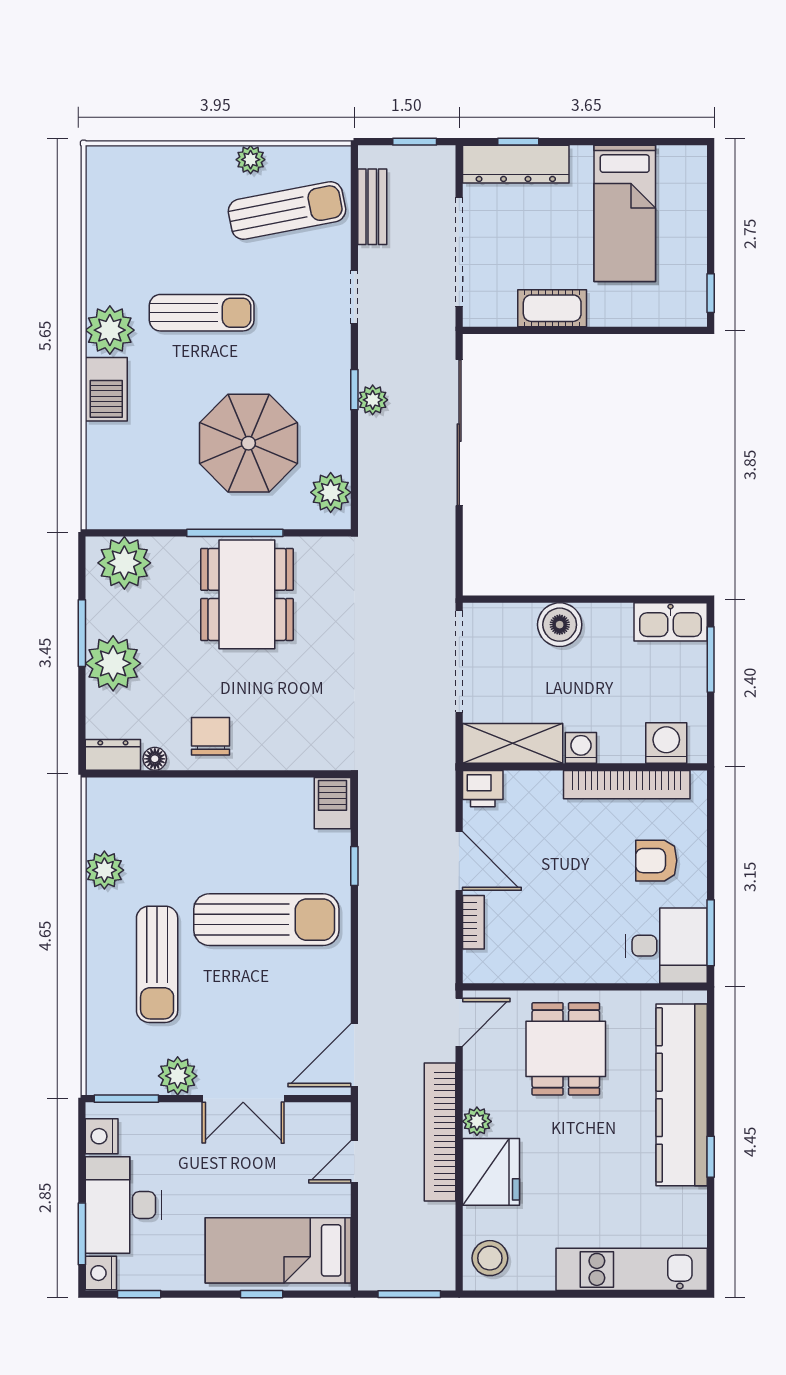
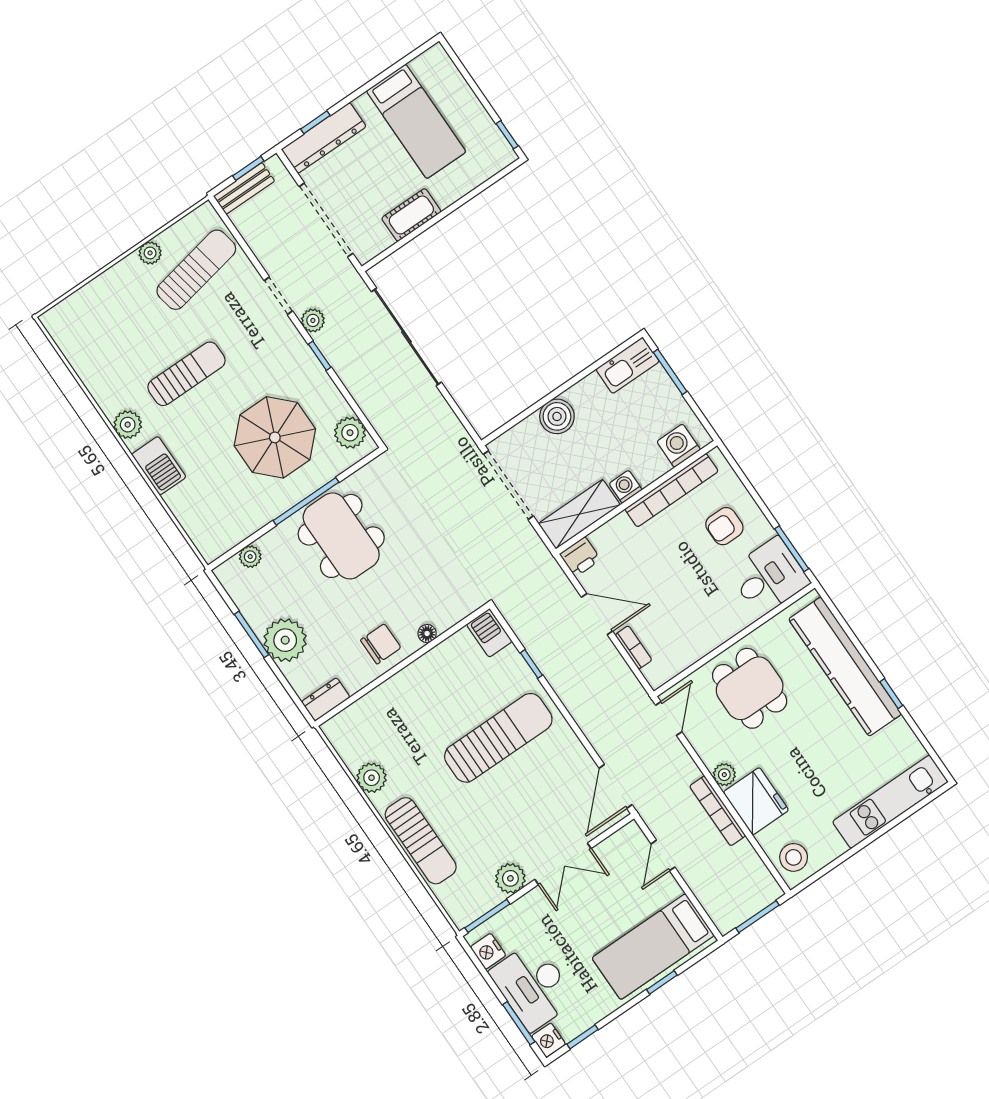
bench: (372, 207) -> (244, 188), moved, turned 90
plant: (110, 330) -> (128, 425), width x0.73, depth x0.73
plant: (373, 400) -> (313, 320), moved
plant: (124, 563) -> (250, 557), width x0.53, depth x0.53
chair: (211, 736) -> (381, 644), turned 90
floor lamp: (155, 759) -> (427, 634), moved
sun lounger: (157, 964) -> (421, 841), moved
bookcase: (440, 1132) -> (718, 811), width x0.68, depth x0.76

